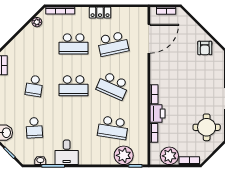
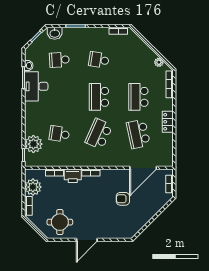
door: (149, 39) -> (143, 168), hinge flipped
armchair: (205, 48) -> (123, 199), moved
school desk: (113, 128) -> (59, 134), width x0.54
desk: (67, 152) -> (36, 86), width x1.37

